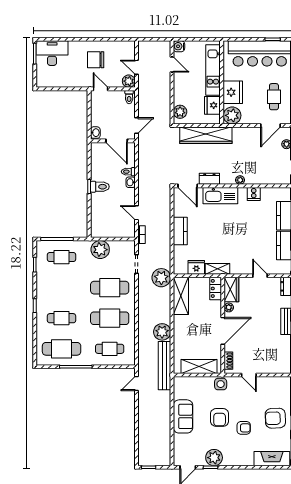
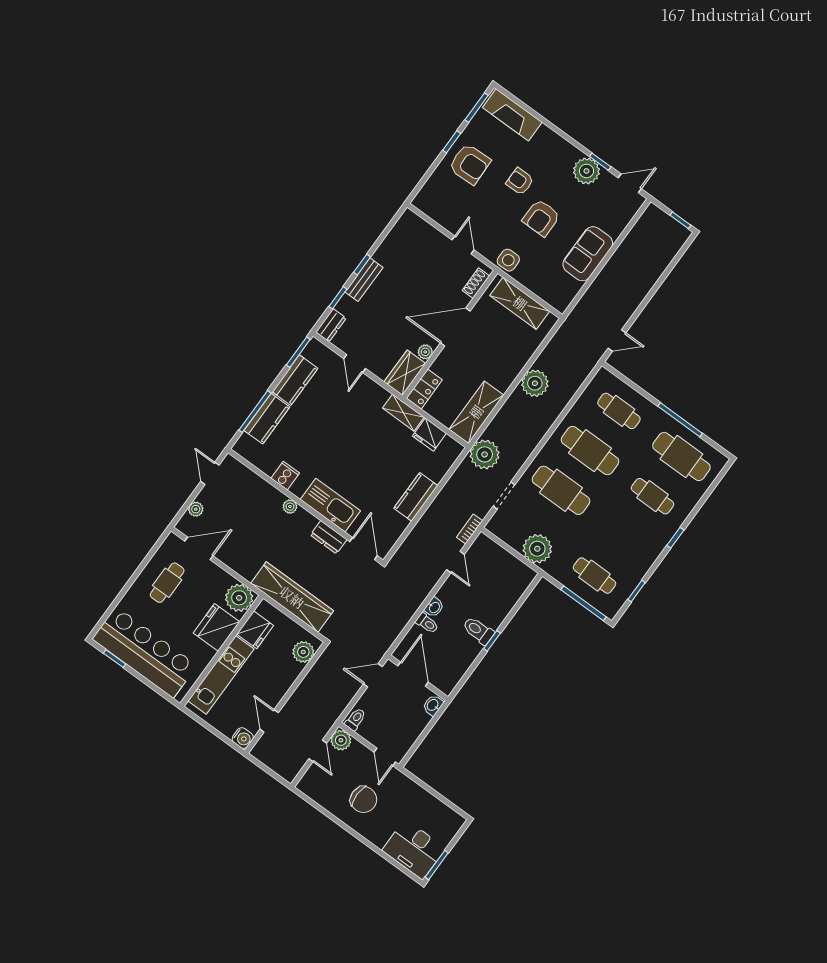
bench: (164, 366) -> (564, 337), removed
armchair: (220, 417) -> (541, 218), turned 180

